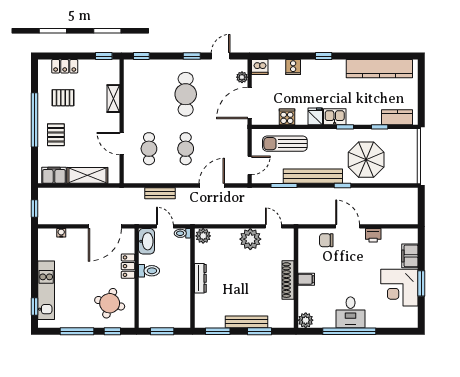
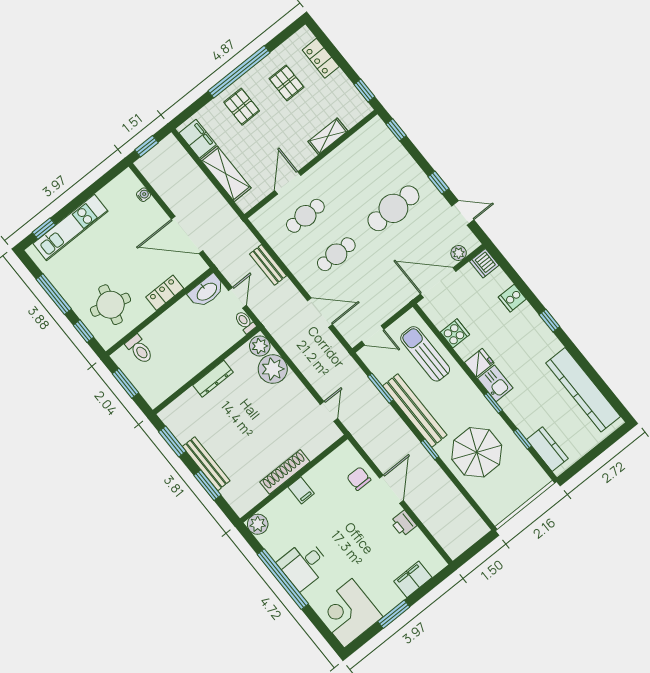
pallet: (56, 135) -> (242, 107), turned 90
plant: (250, 239) -> (273, 369), moved
toilet: (149, 271) -> (139, 349), moved
corner desk: (399, 288) -> (348, 613), moved

